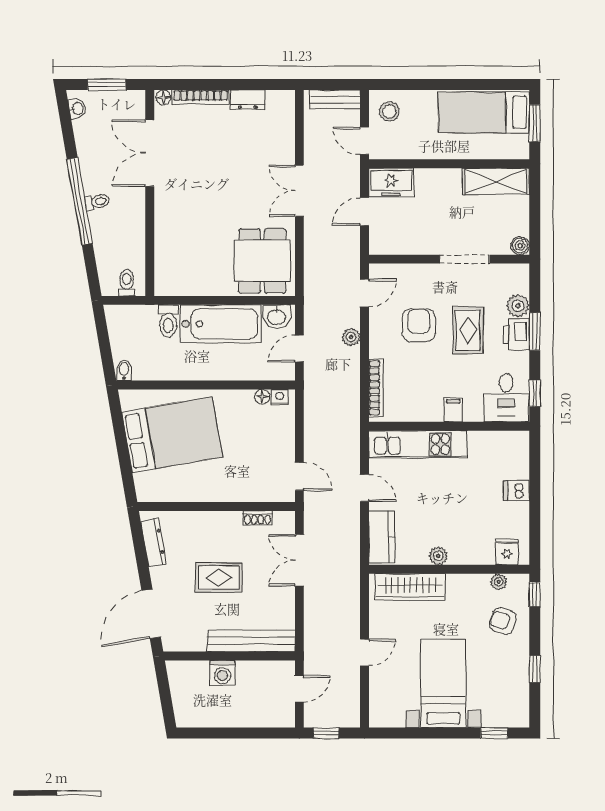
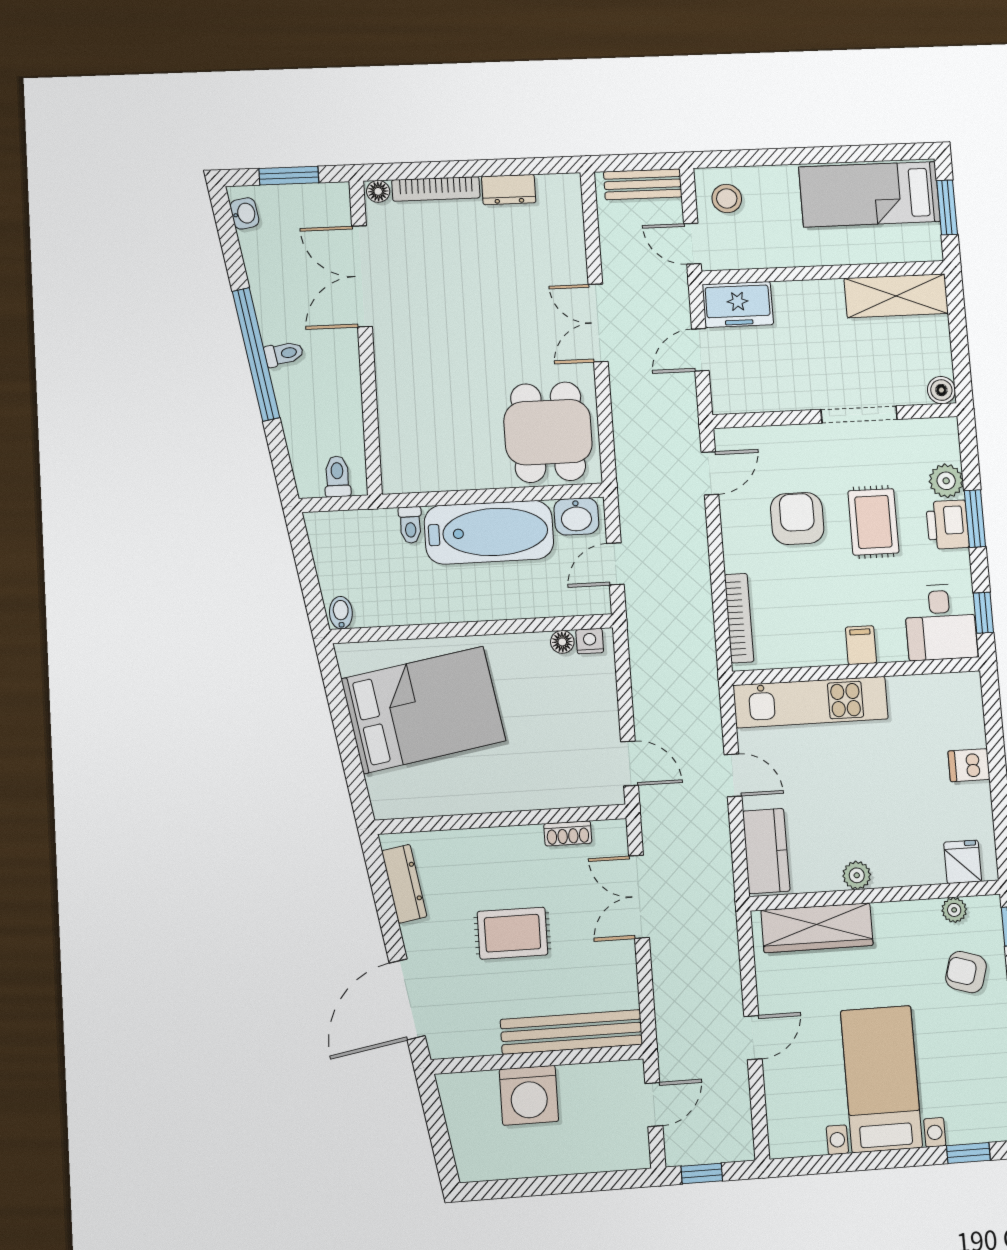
toilet: (168, 321) -> (410, 525), width x0.73, depth x0.72
plant: (351, 337) -> (694, 542), removed
washing machine: (222, 673) -> (529, 1095), width x1.37, depth x1.37

